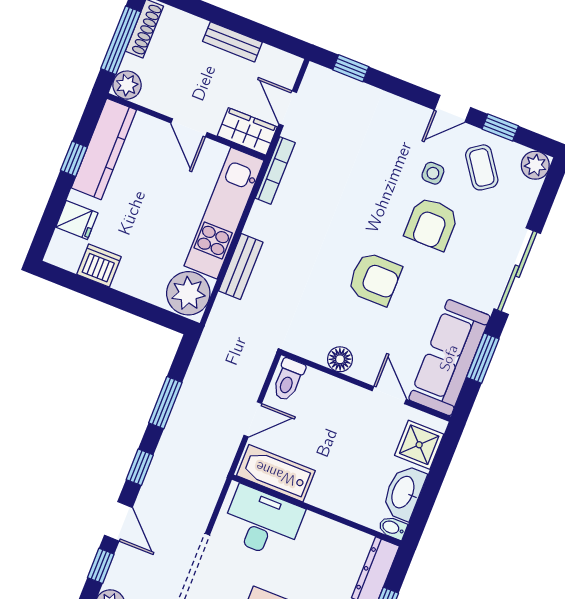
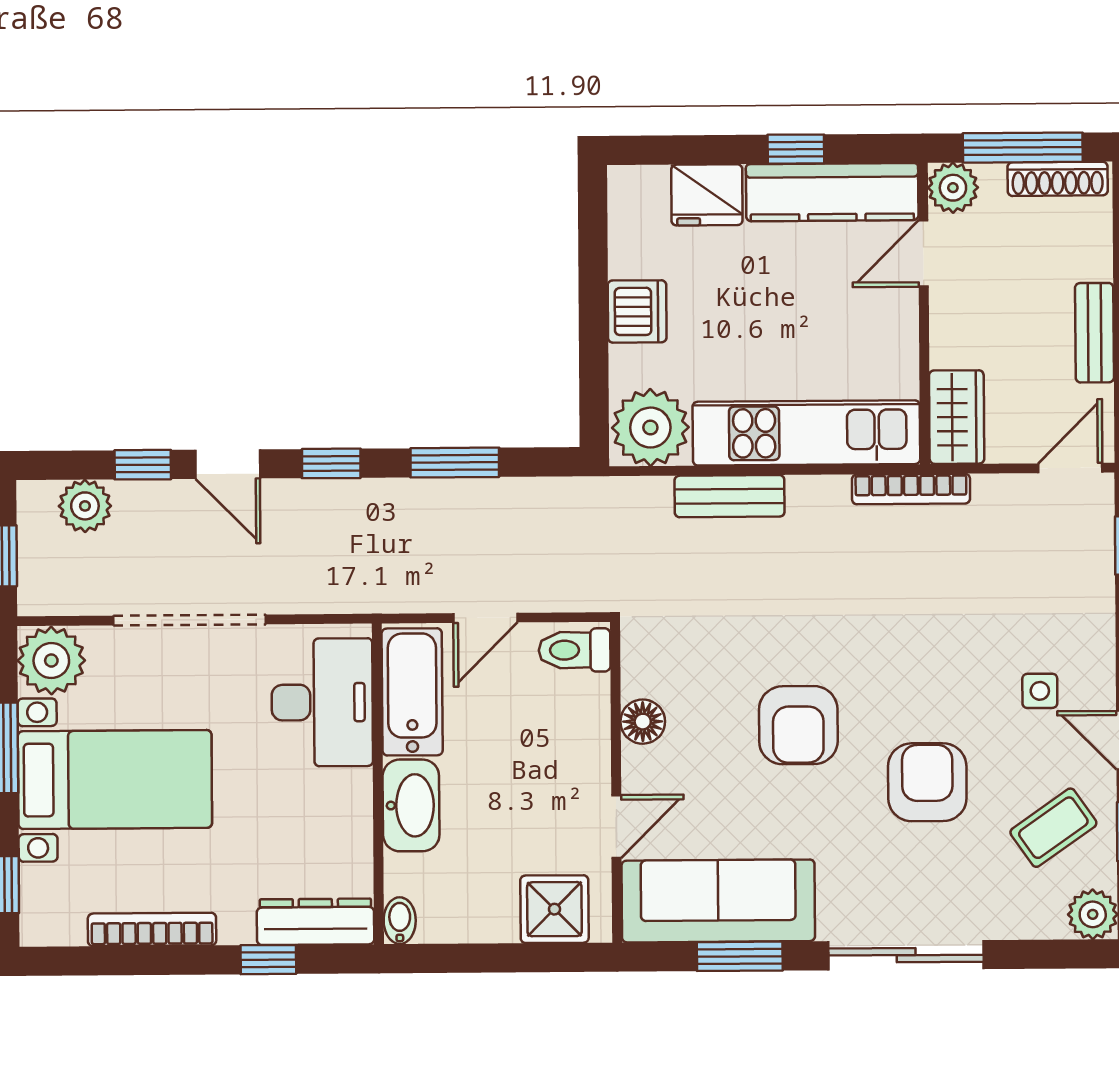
door: (288, 108) -> (1070, 468), moved
door: (189, 128) -> (923, 253), moved
side table: (433, 173) -> (1040, 691), moved
fridge: (77, 220) -> (707, 195), width x1.38
armchair: (432, 224) -> (927, 782), turned 90
dishwasher: (99, 265) -> (637, 311), moved
door: (253, 419) -> (485, 618), hinge flipped
washbasin: (404, 492) -> (411, 805), moved, turned 90
door: (118, 521) -> (228, 464), hinge flipped

